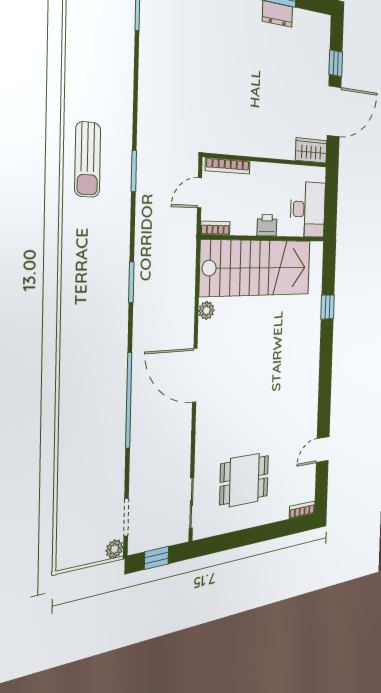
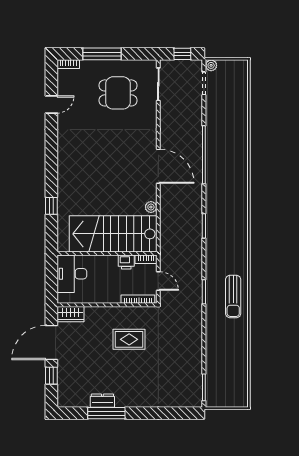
rug: (241, 104) -> (129, 339), added
sun lounger: (88, 160) -> (233, 297), turned 180
door: (200, 193) -> (158, 281), hinge flipped
printer: (267, 225) -> (126, 262), moved
window: (262, 533) -> (102, 54), added

